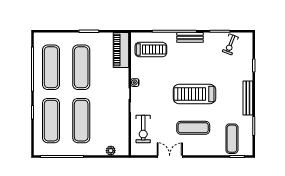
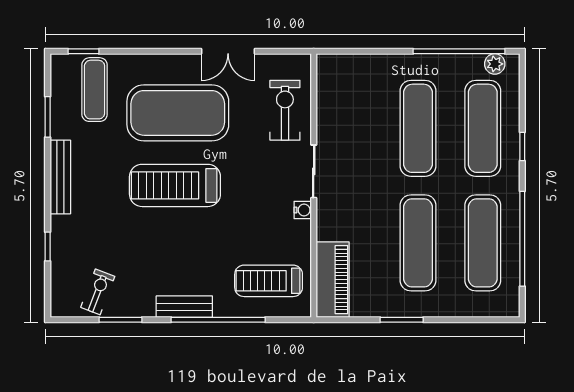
treadmill: (194, 94) -> (175, 185), turned 180
exercise mat: (193, 128) -> (178, 113), width x2.00, depth x1.45
plant: (111, 151) -> (495, 64), moved

